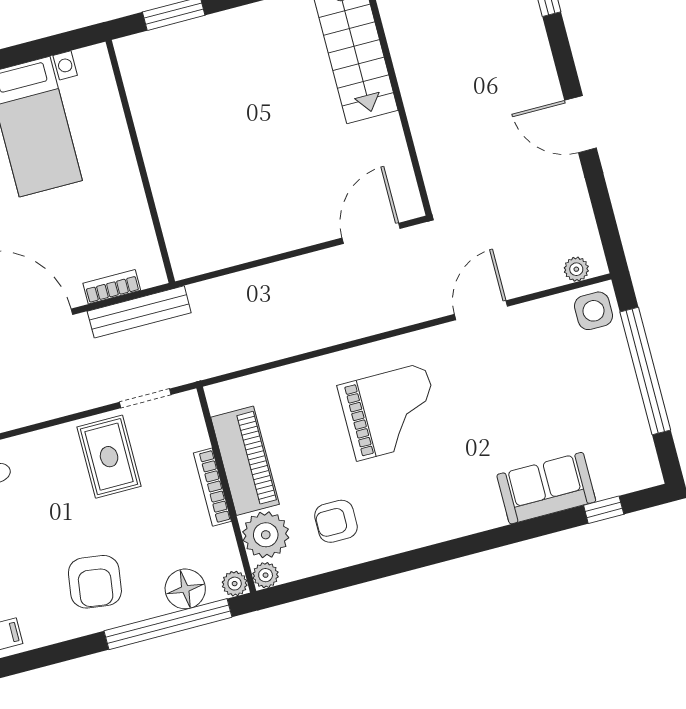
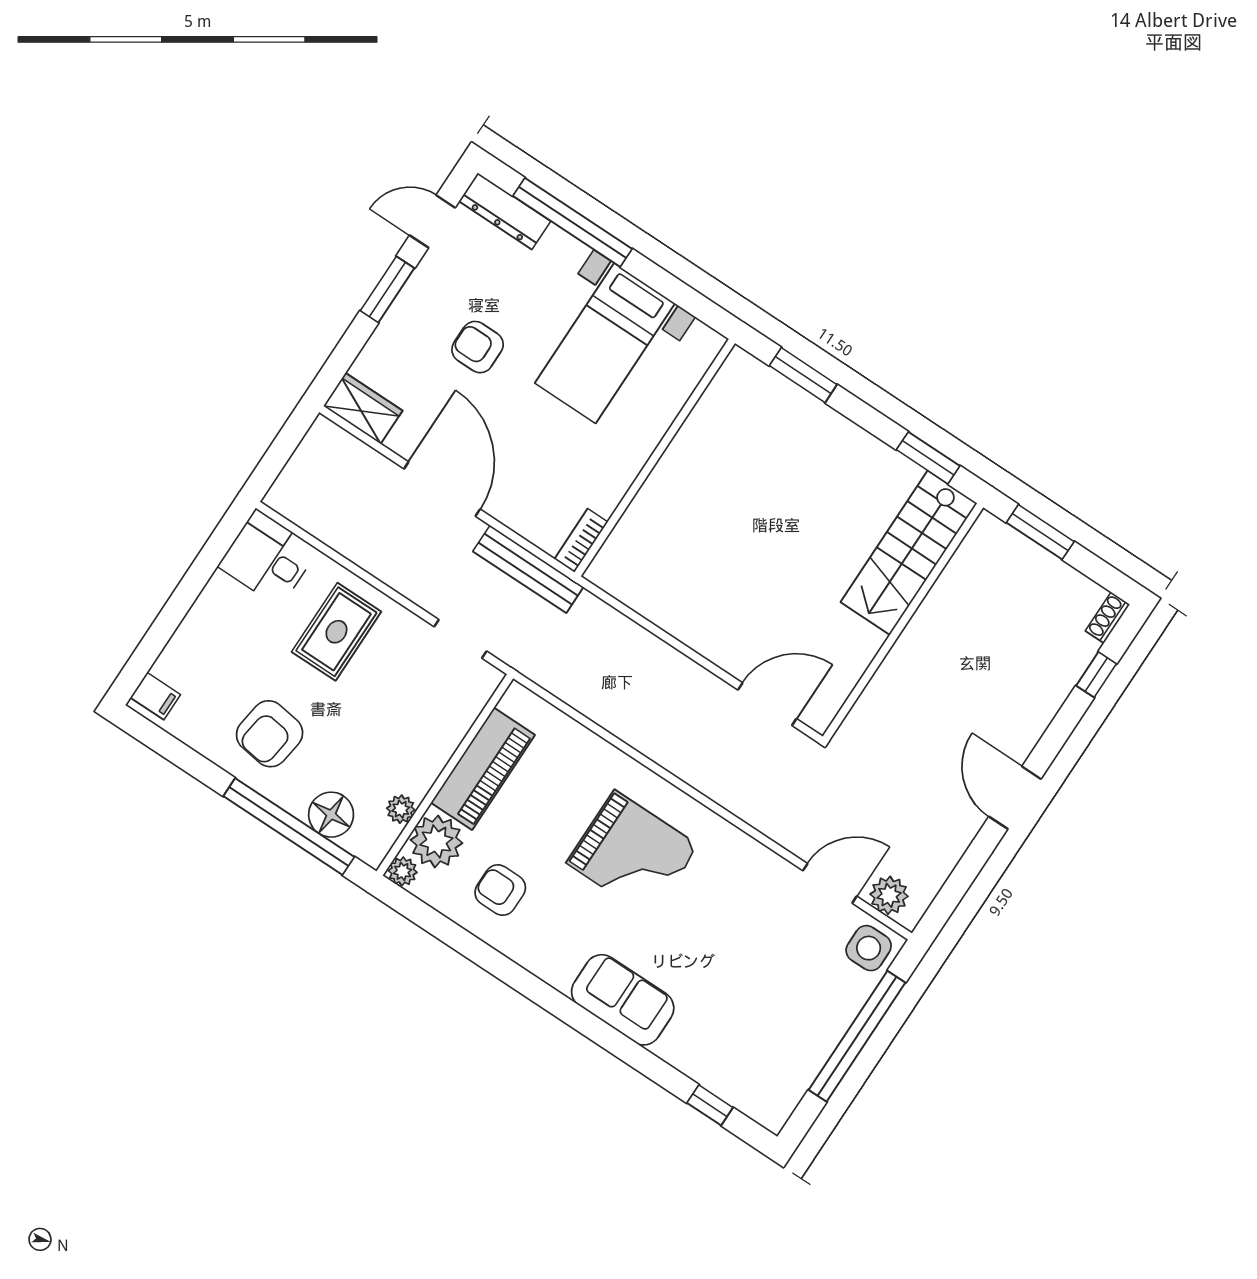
plant: (576, 269) -> (889, 895), width x1.38, depth x1.38
bookcase: (112, 287) -> (581, 540), moved, turned -90
door: (481, 310) -> (830, 883), moved
rug: (109, 457) -> (336, 632), moved
bookcase: (212, 487) -> (436, 761), removed
sofa: (546, 488) -> (623, 1000), moved
plant: (235, 584) -> (401, 809), moved

